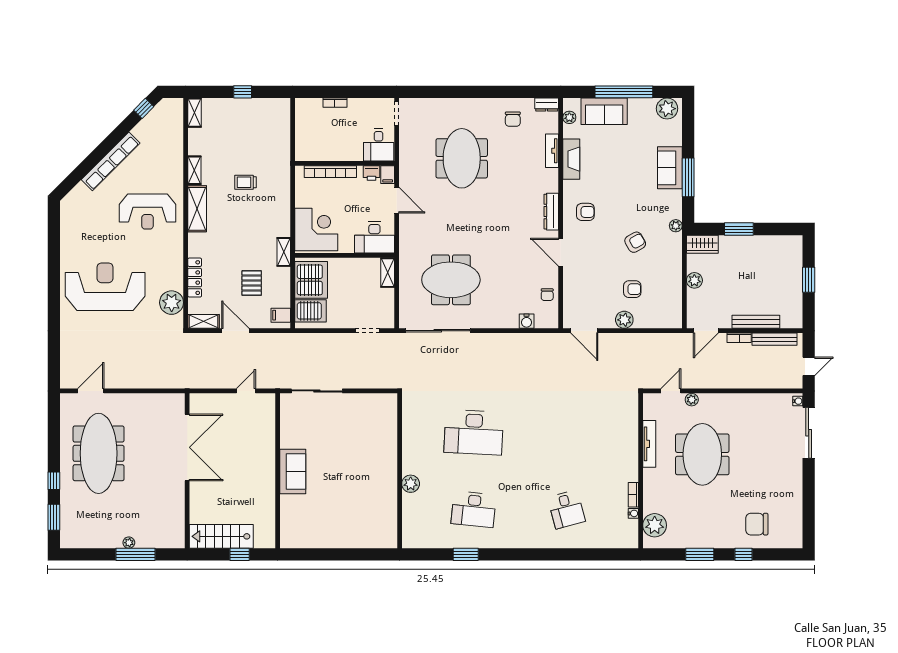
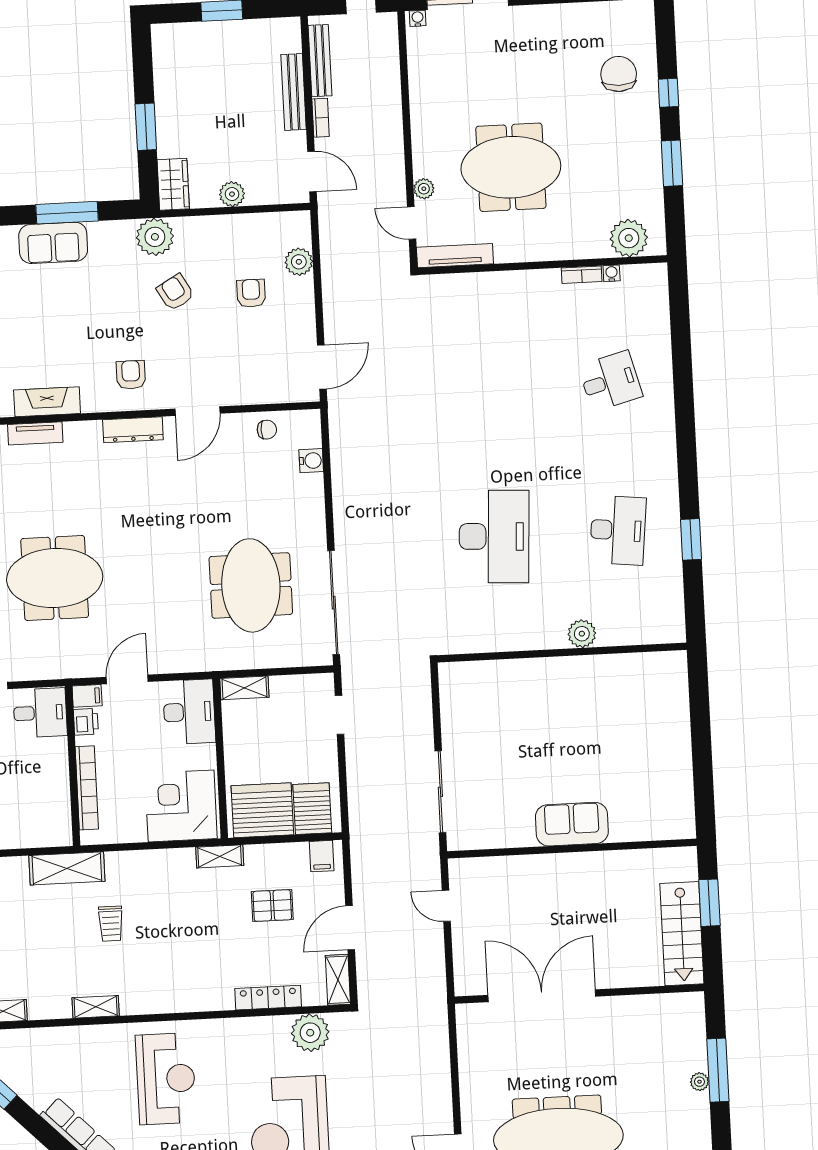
shelving: (197, 209) -> (67, 868), moved
plant: (676, 226) -> (155, 237), width x1.87, depth x1.87
plant: (624, 320) -> (299, 262), moved
tv unit: (649, 444) -> (455, 256), moved
chair: (757, 524) -> (619, 74), turned 180
window: (240, 554) -> (709, 903), width x1.50

